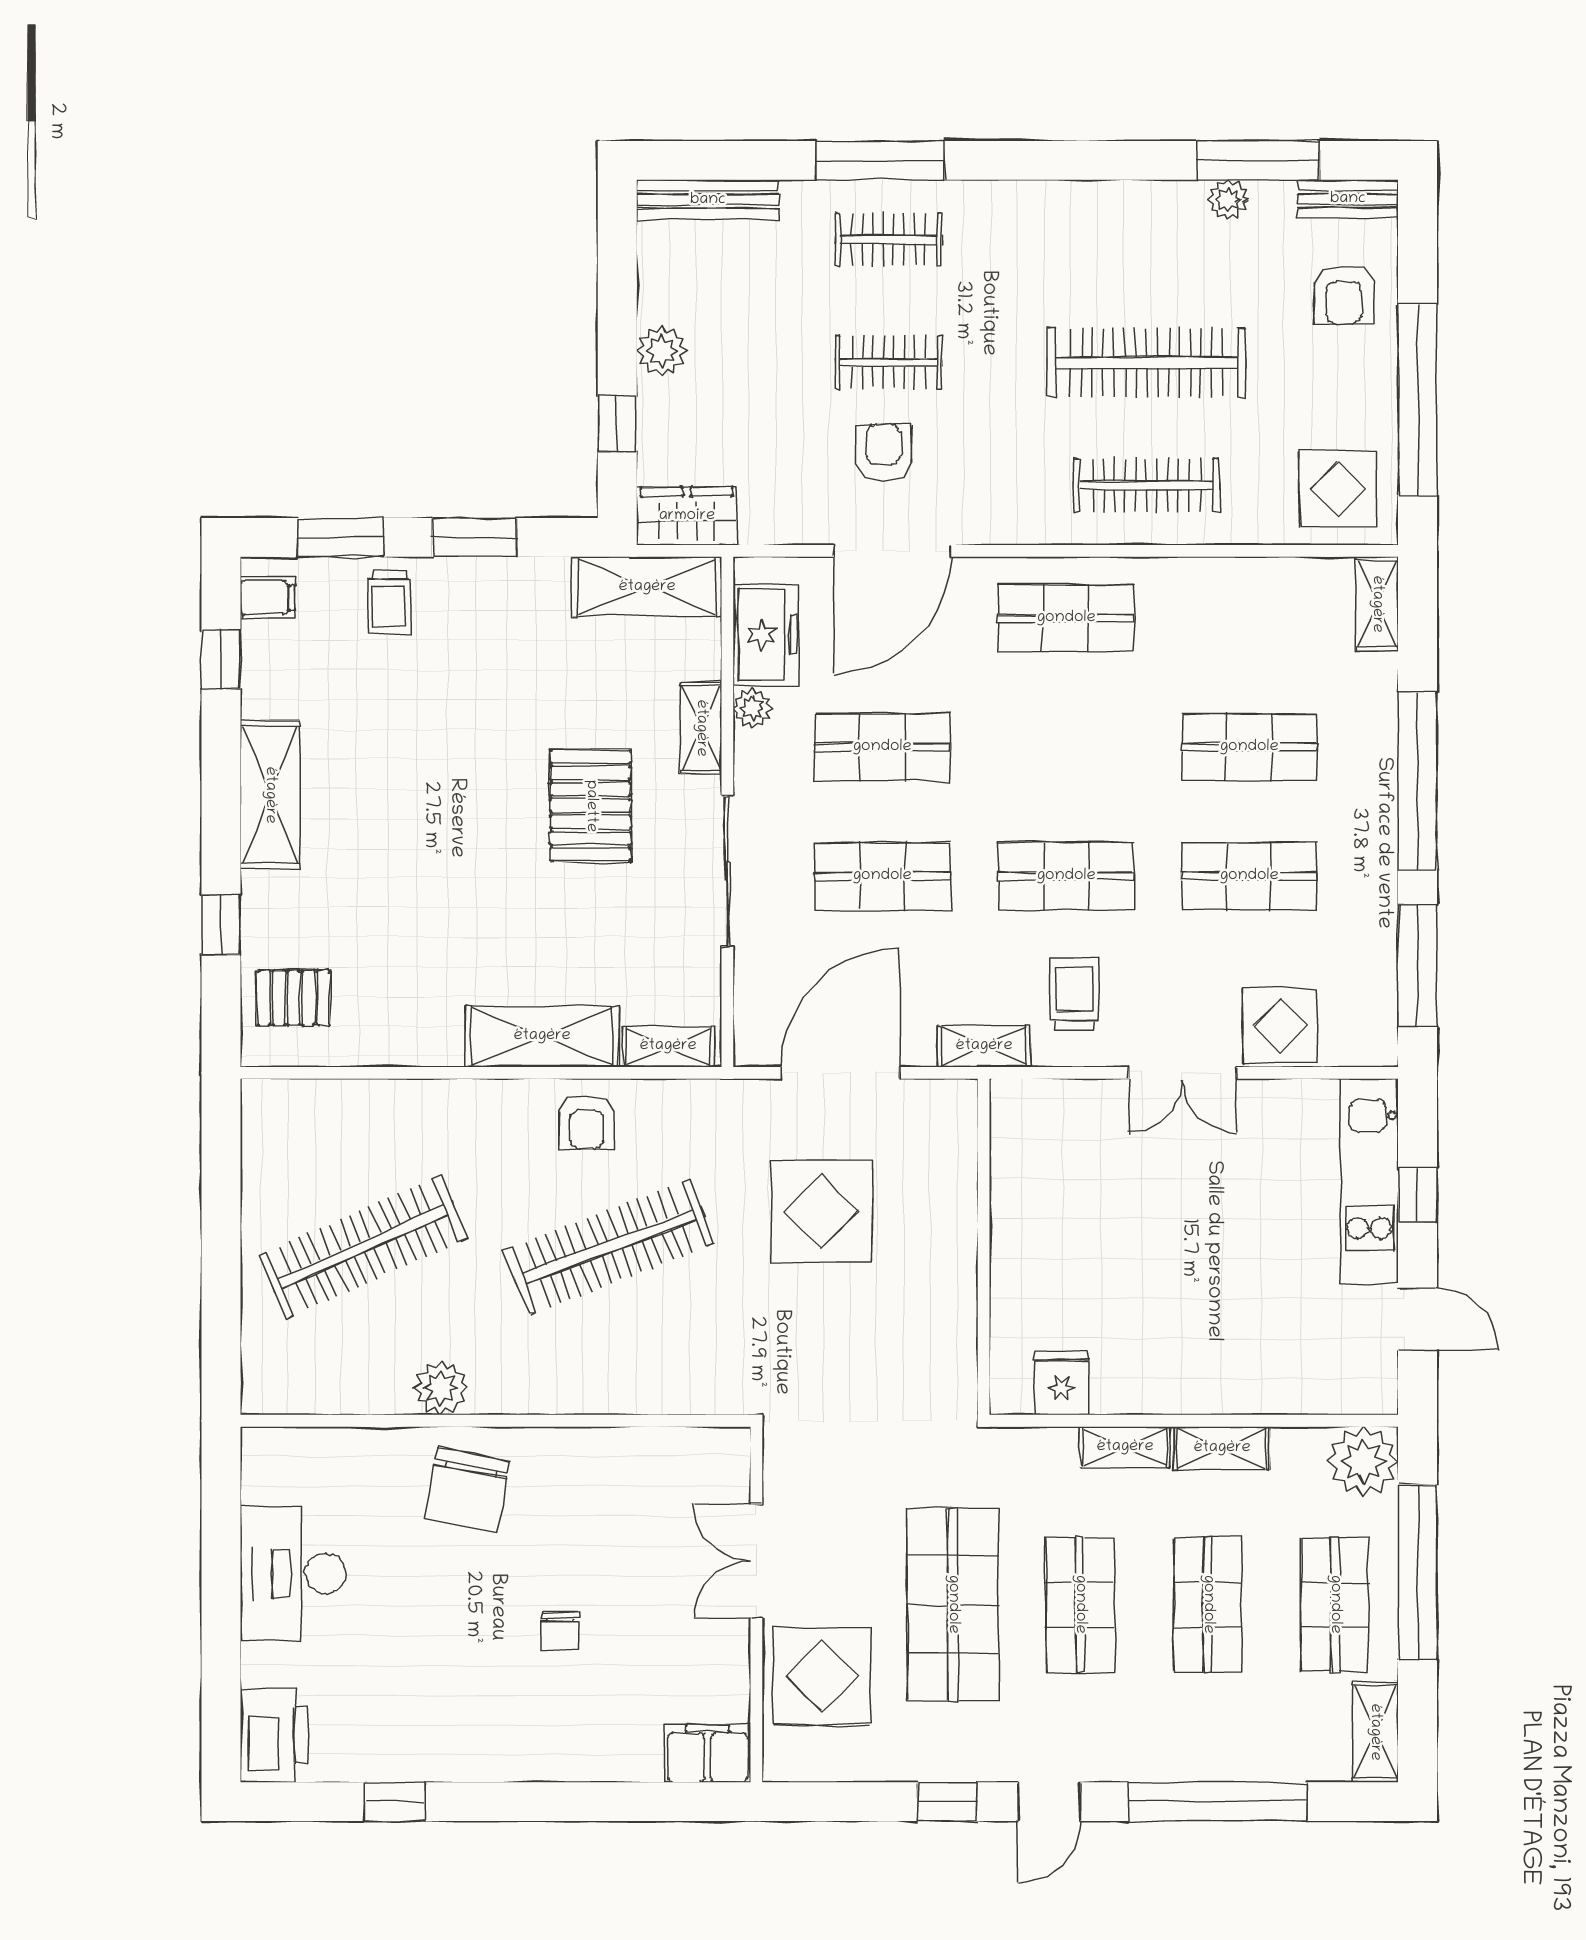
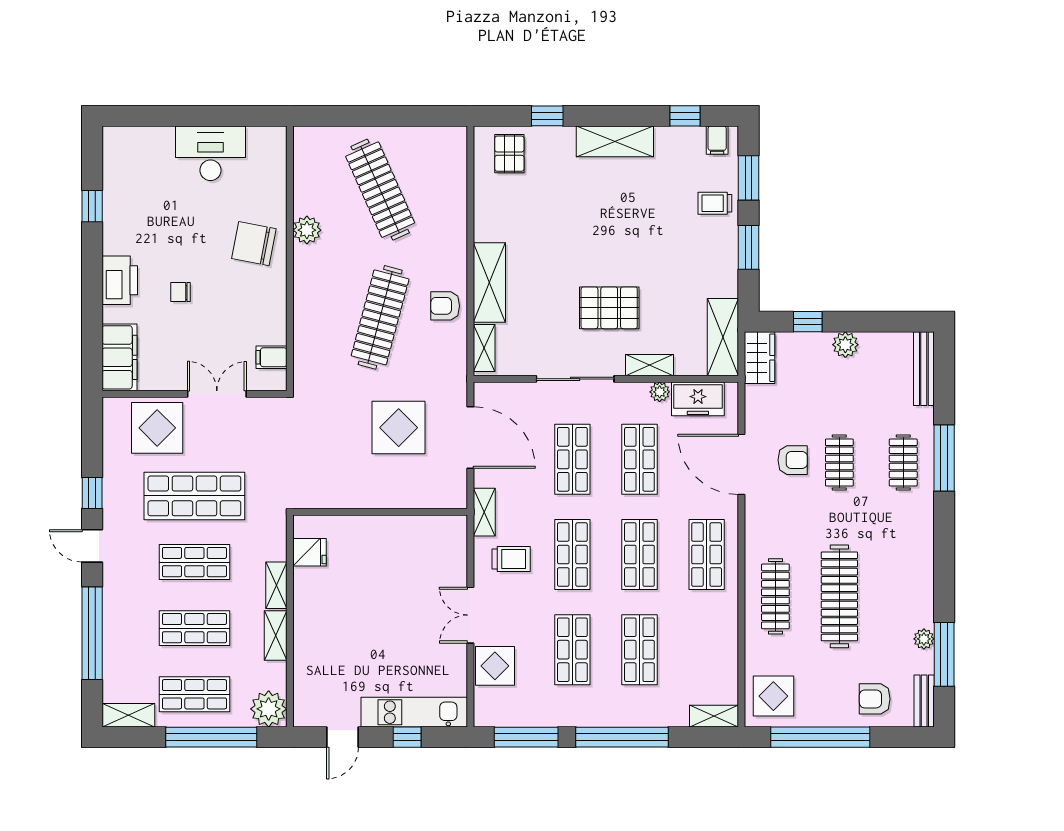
shop shelf: (1066, 747) -> (639, 555), added
clothes rail: (609, 1247) -> (380, 317), turned 36
filing cabinet: (686, 1456) -> (272, 357), added
printer: (274, 1735) -> (120, 280), moved, turned -90
filing cabinet: (708, 1754) -> (119, 357), width x1.50, depth x1.17

